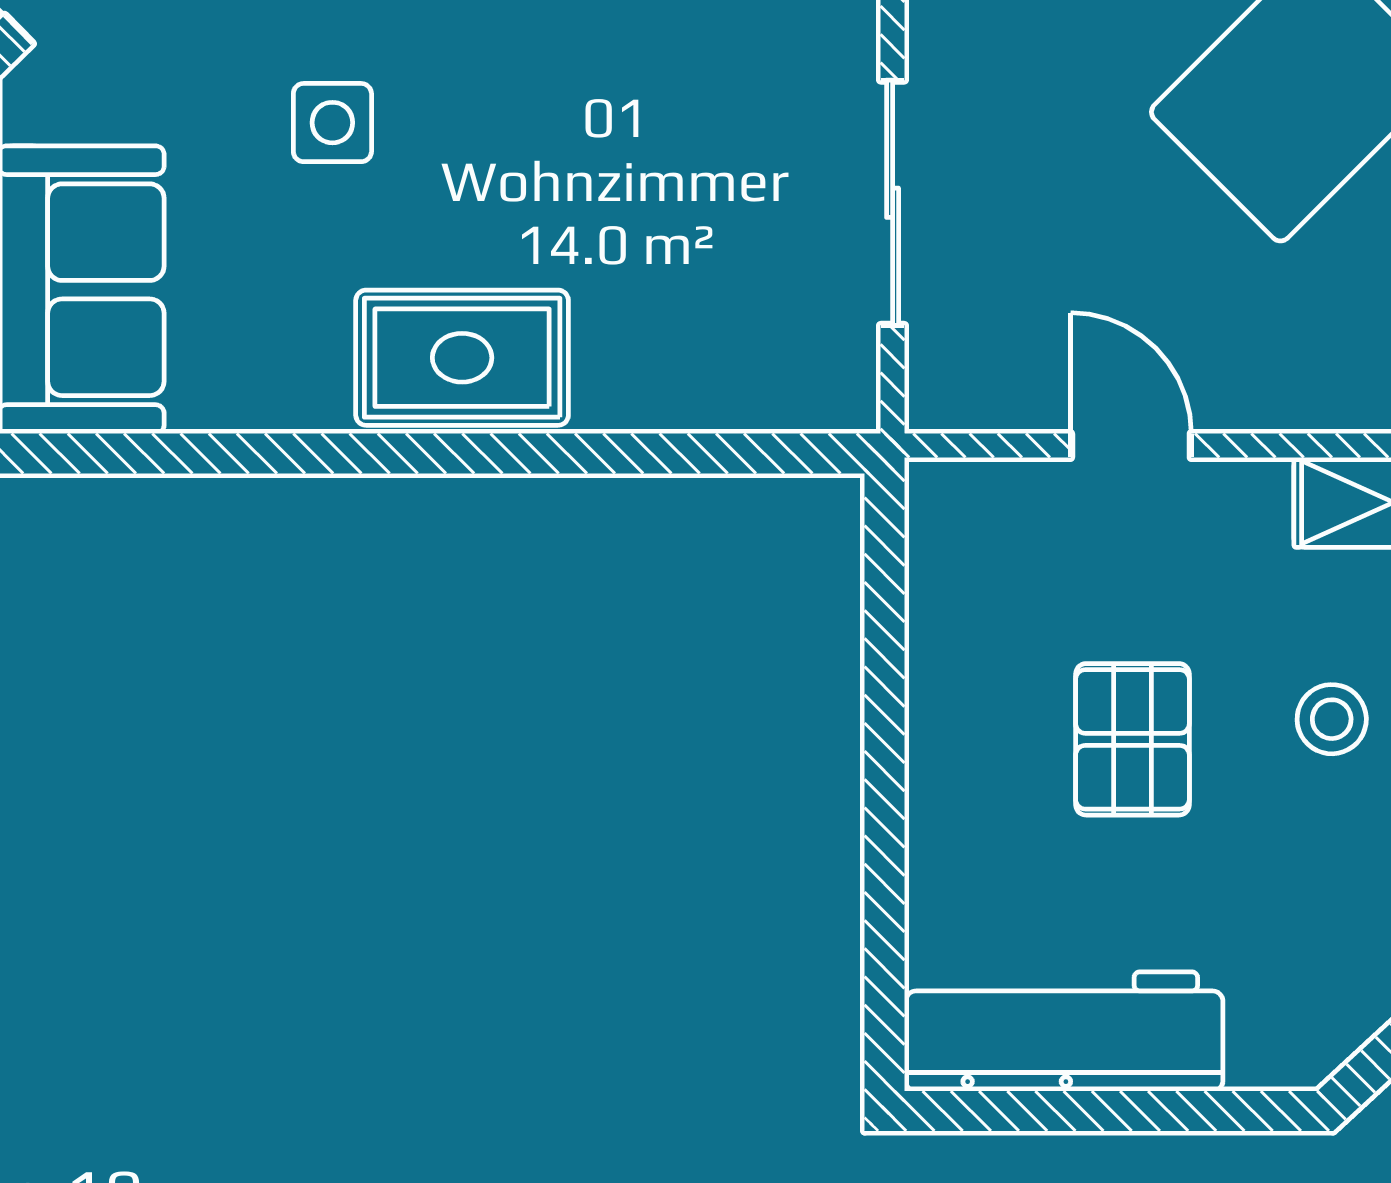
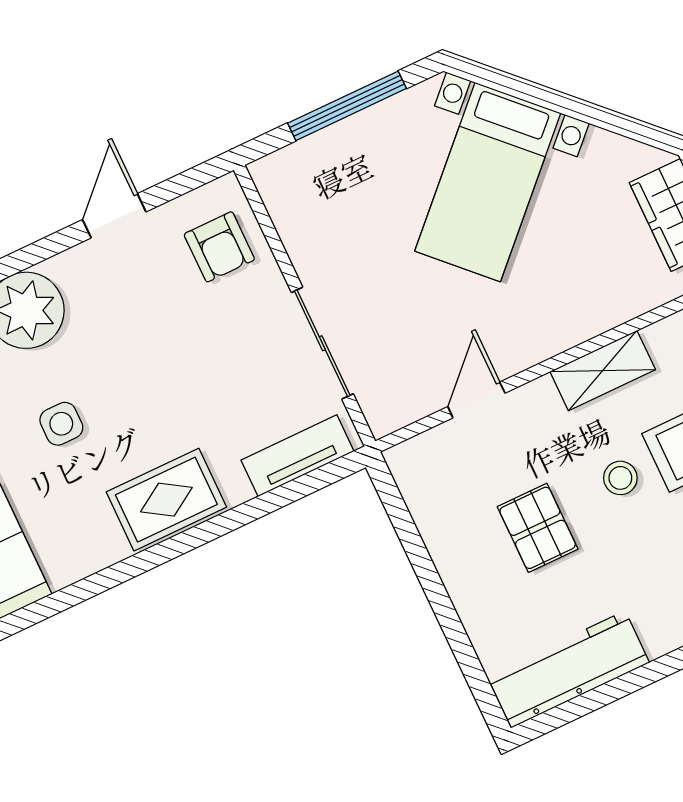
tv unit: (747, 391) -> (298, 456), added
door: (1131, 445) -> (476, 400), hinge flipped

